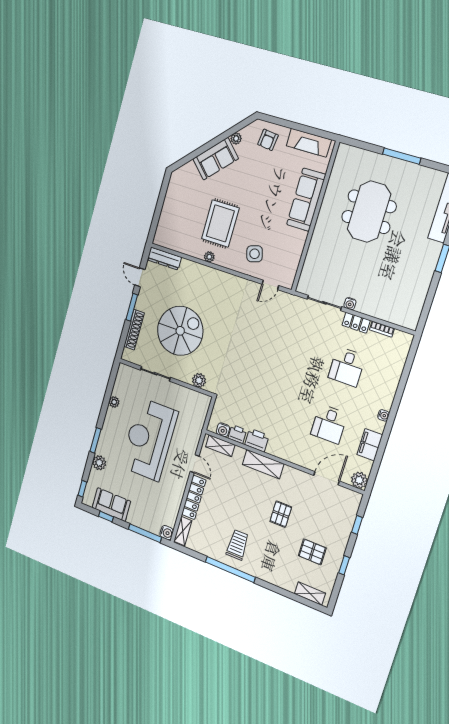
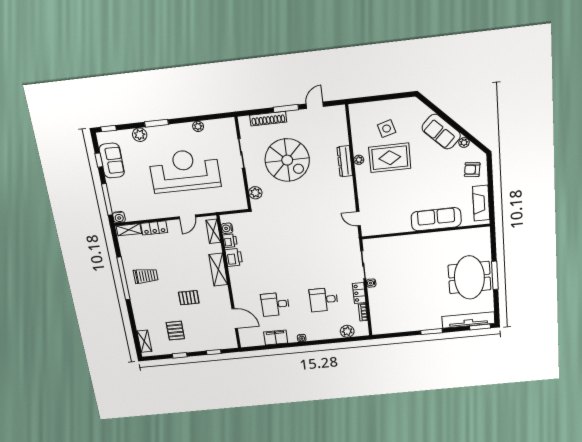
meeting table: (369, 212) -> (469, 277), moved, turned 90
side table: (255, 254) -> (387, 129), moved
dresser: (164, 259) -> (345, 161), moved
plant: (359, 480) -> (347, 331), moved
locker: (194, 497) -> (154, 228), width x0.66

